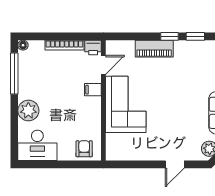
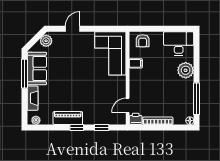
window: (195, 36) -> (102, 127), moved
piano: (154, 49) -> (68, 118), moved
filing cabinet: (93, 90) -> (136, 63), moved
corner sofa: (126, 104) -> (110, 53), moved

